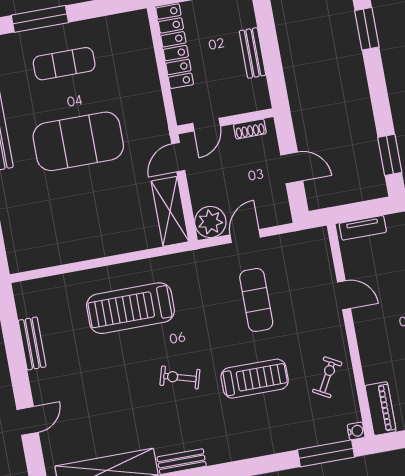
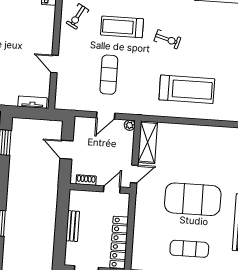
plant: (210, 222) -> (130, 125), width x0.53, depth x0.53

